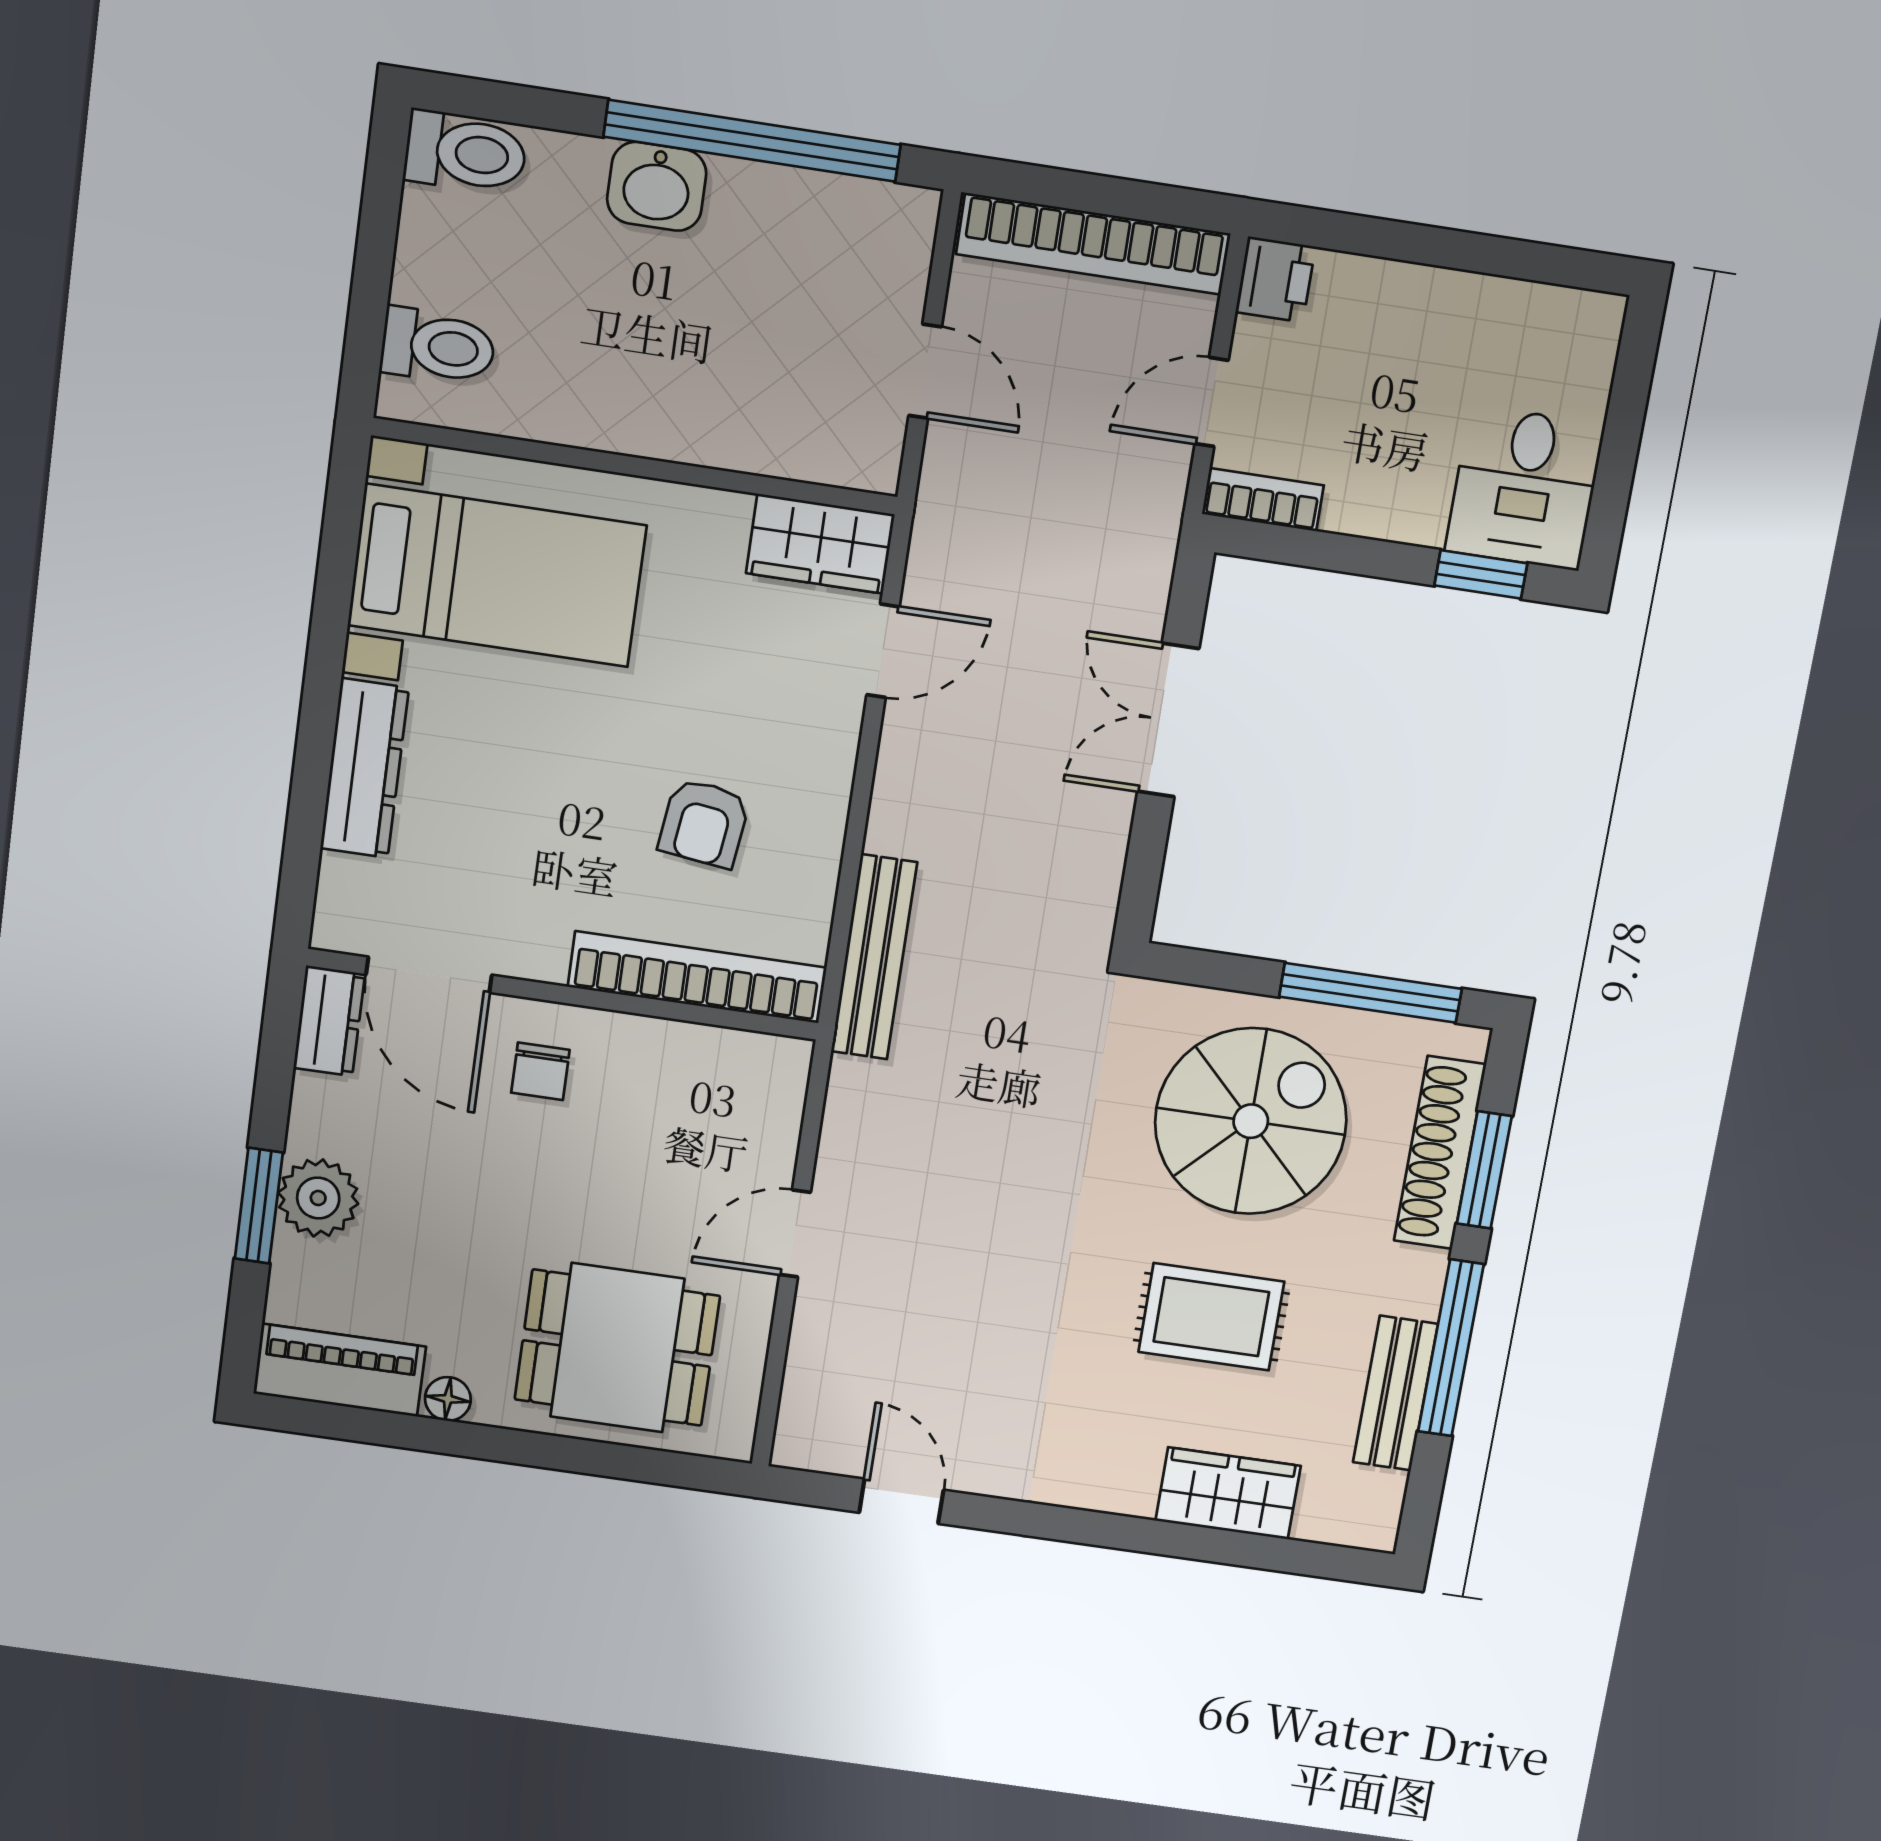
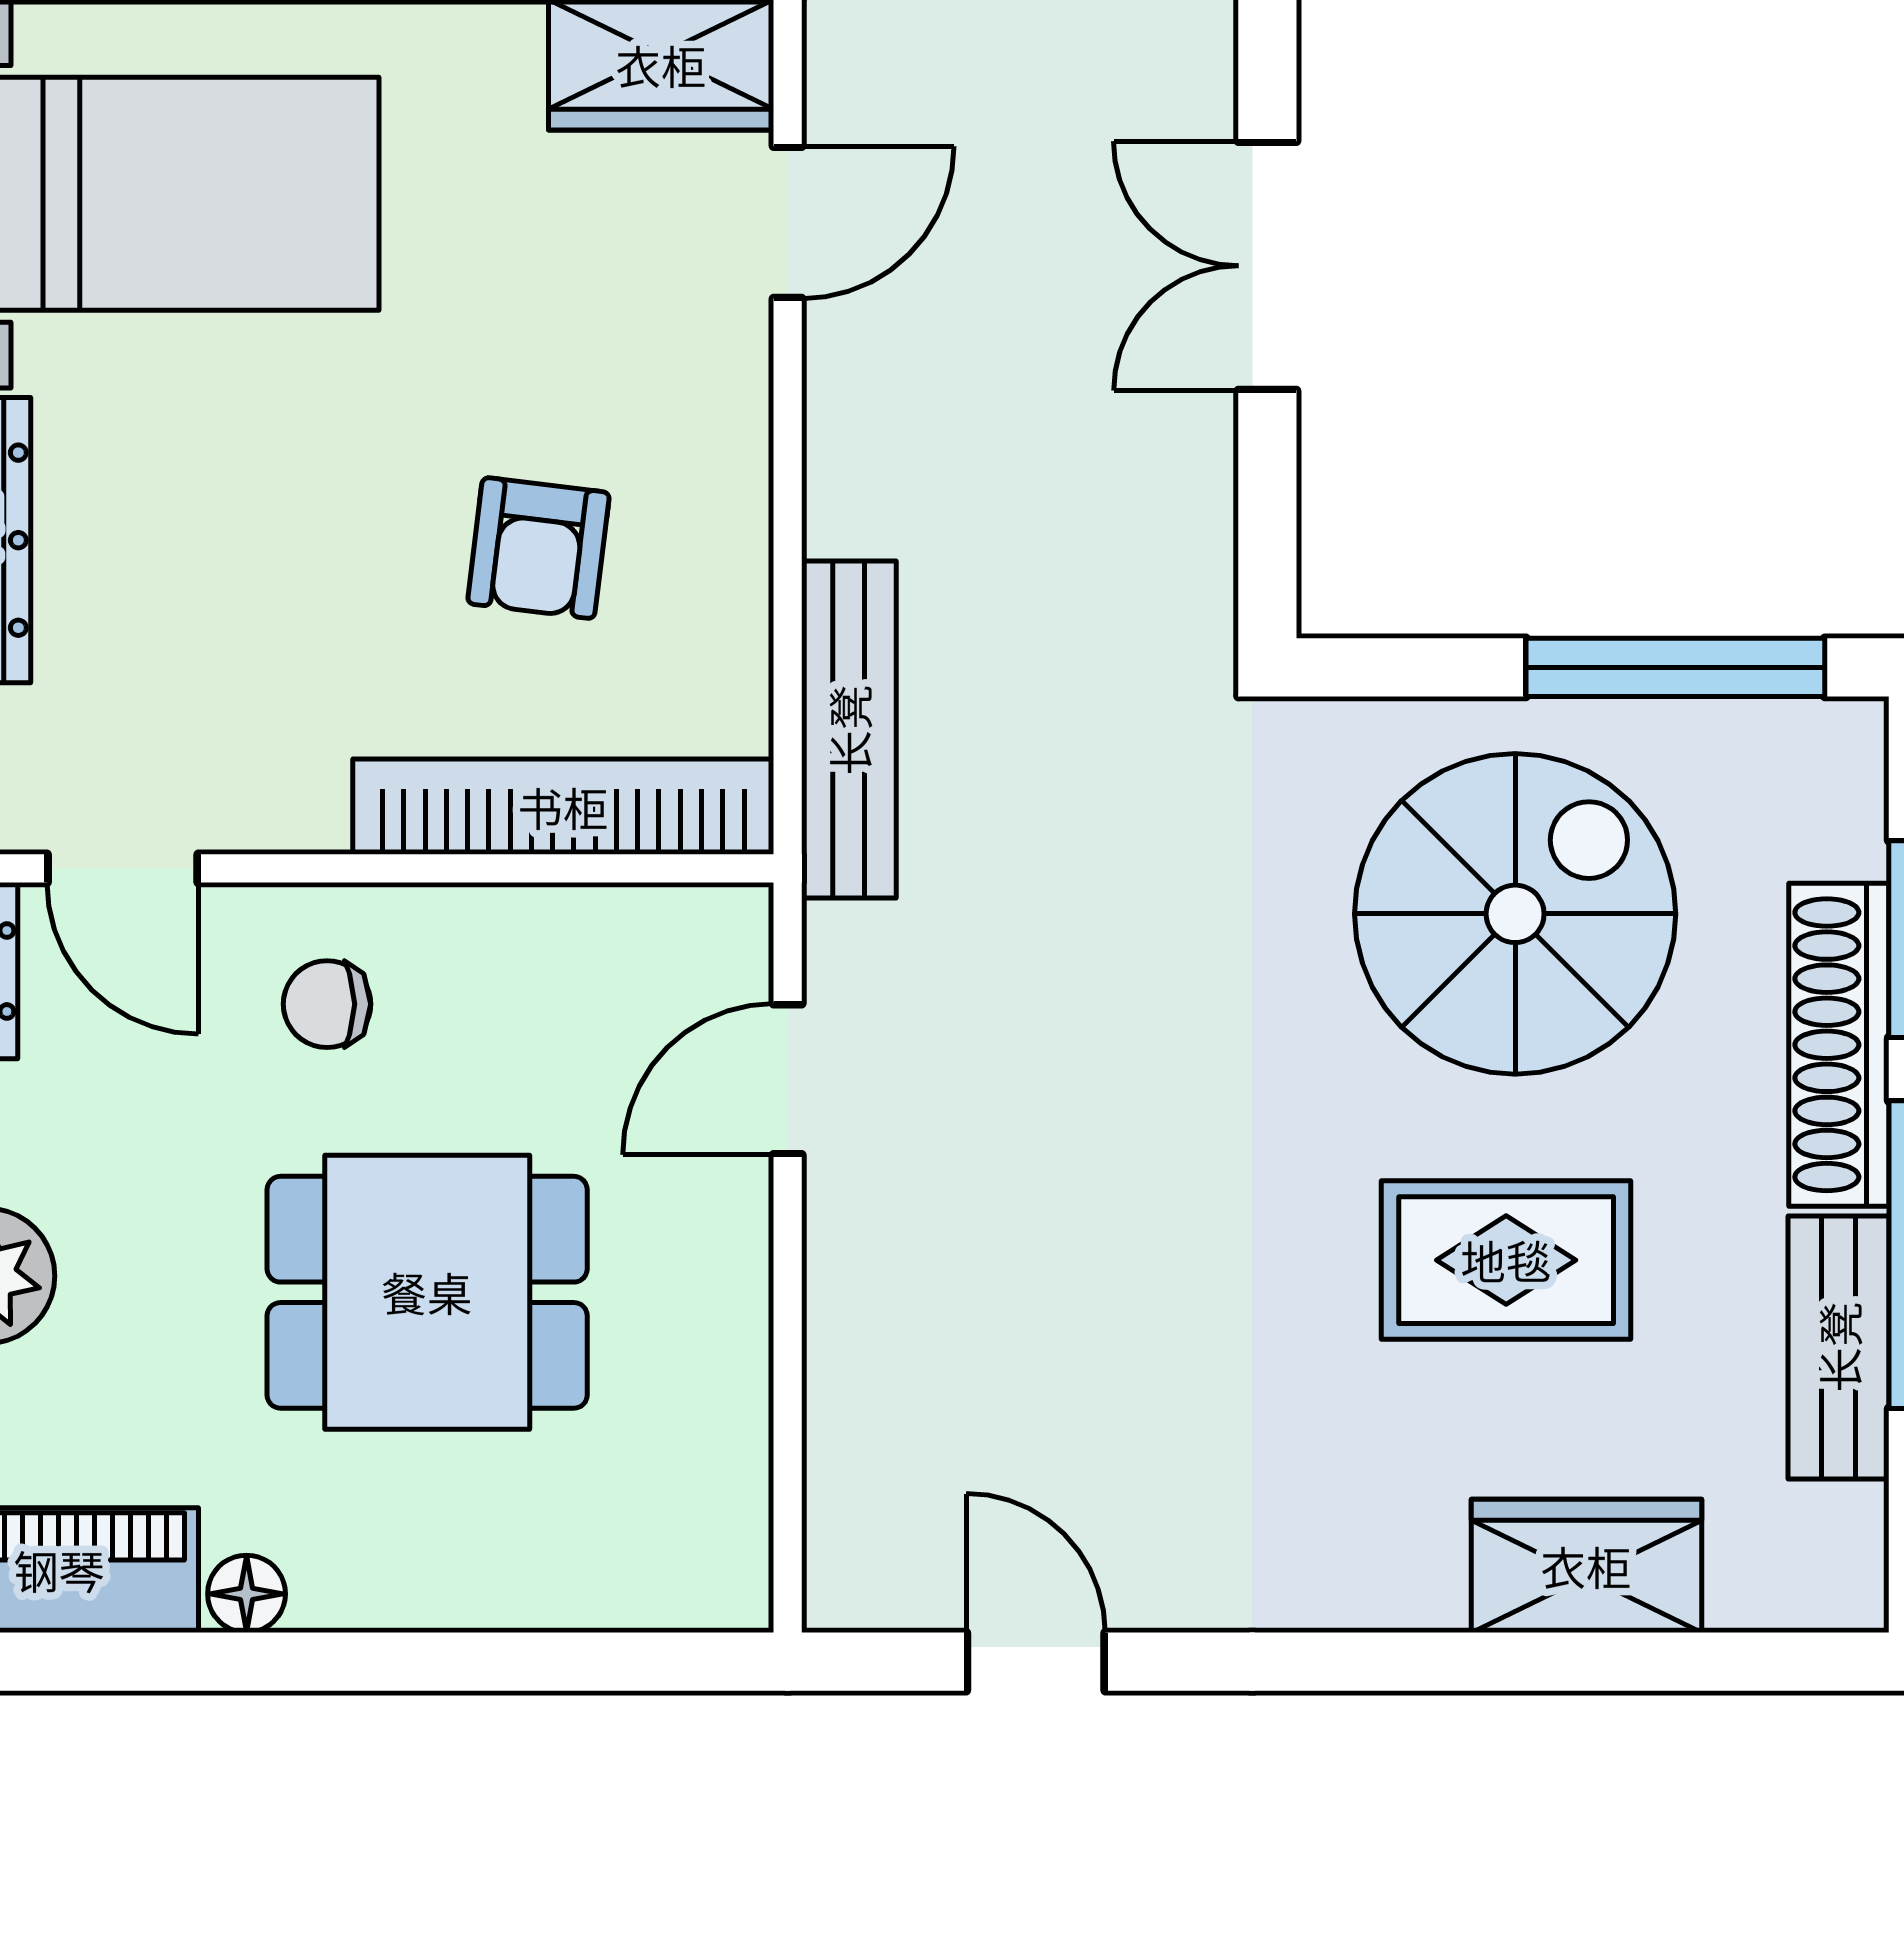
door: (429, 975) -> (123, 868), width x0.73
chair: (540, 1071) -> (327, 1004), turned 90
shoe rack: (1440, 1153) -> (1839, 1045), moved
door: (795, 1233) -> (788, 1079), moved
dining table: (617, 1348) -> (427, 1292), moved

